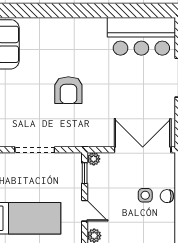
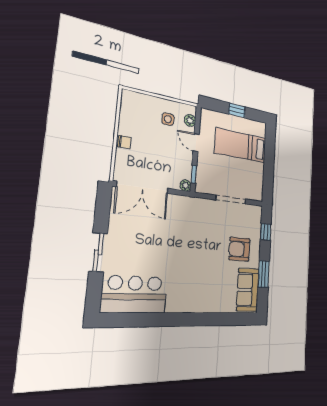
armchair: (68, 90) -> (239, 249), moved, turned -90
side table: (145, 195) -> (168, 119), moved

